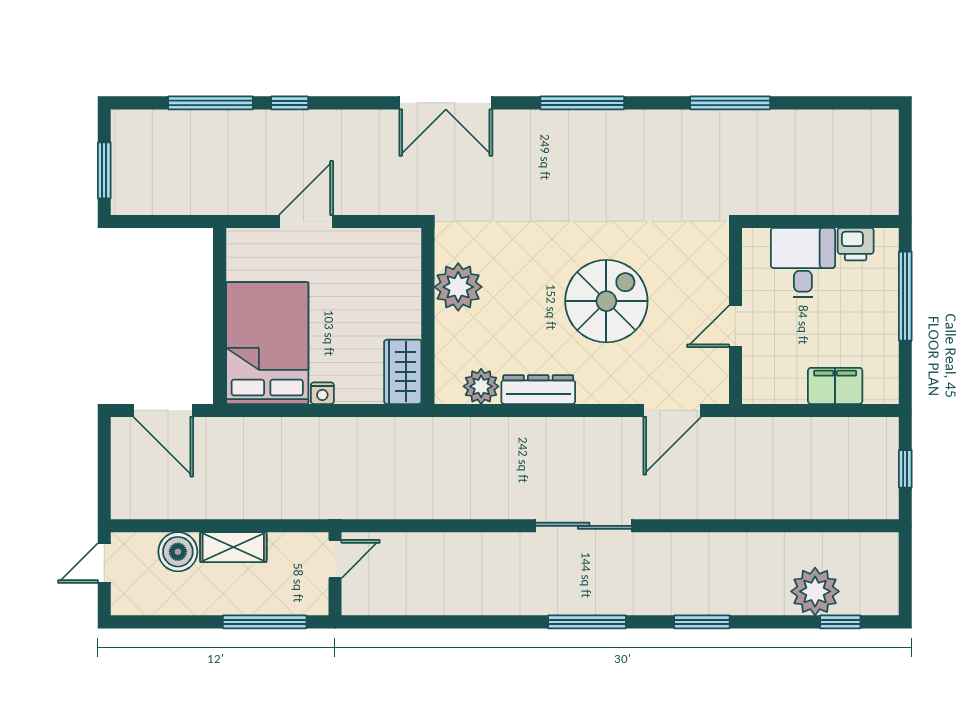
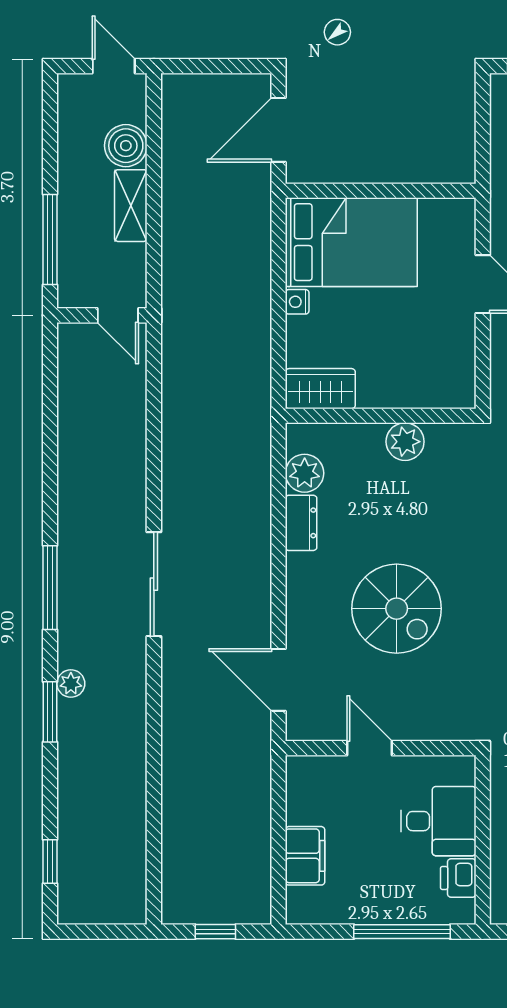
plant: (458, 287) -> (405, 442), width x0.73, depth x0.73
dresser: (538, 390) -> (301, 523), width x0.70
plant: (815, 591) -> (71, 684), moved, width x0.53, depth x0.53

